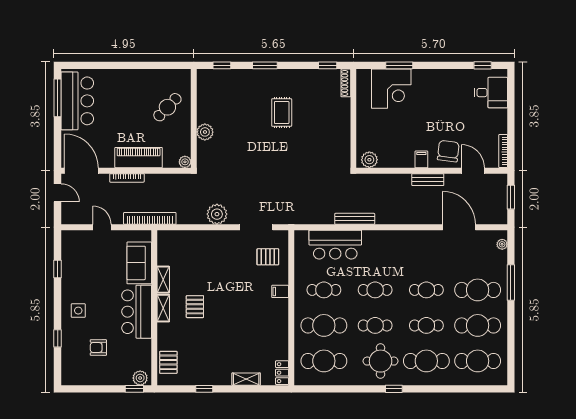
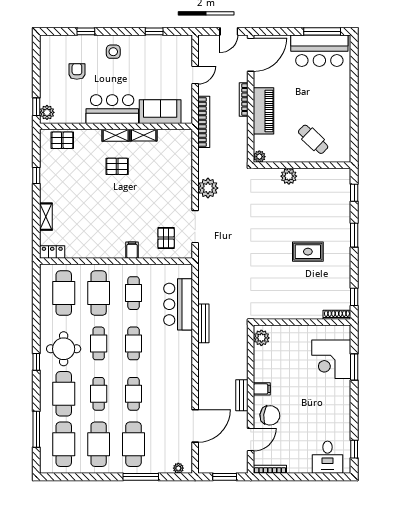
window: (462, 389) -> (36, 429), added

